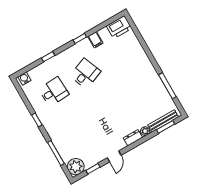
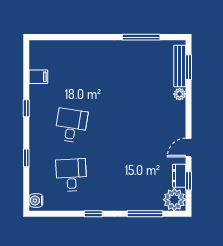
printer: (119, 27) -> (40, 54), removed
filing cabinet: (95, 40) -> (38, 77), moved
desk: (85, 73) -> (71, 125), turned 30
dresser: (133, 138) -> (179, 176), moved
door: (114, 156) -> (188, 148), swing flipped

